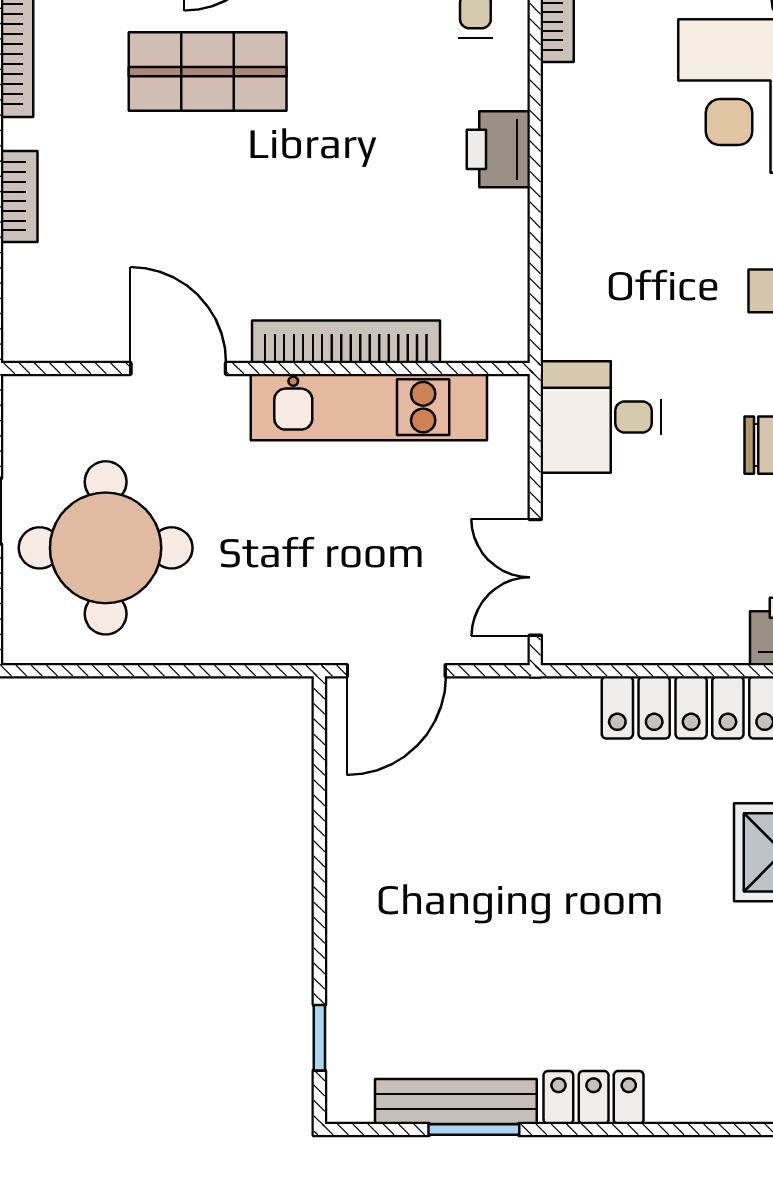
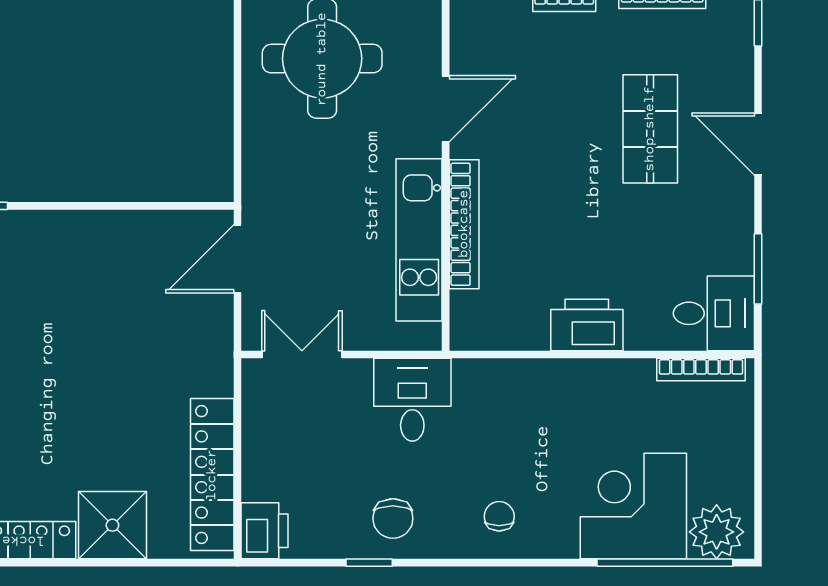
printer: (498, 149) -> (587, 325), width x1.37, depth x1.19
door: (396, 671) -> (238, 259), hinge flipped

